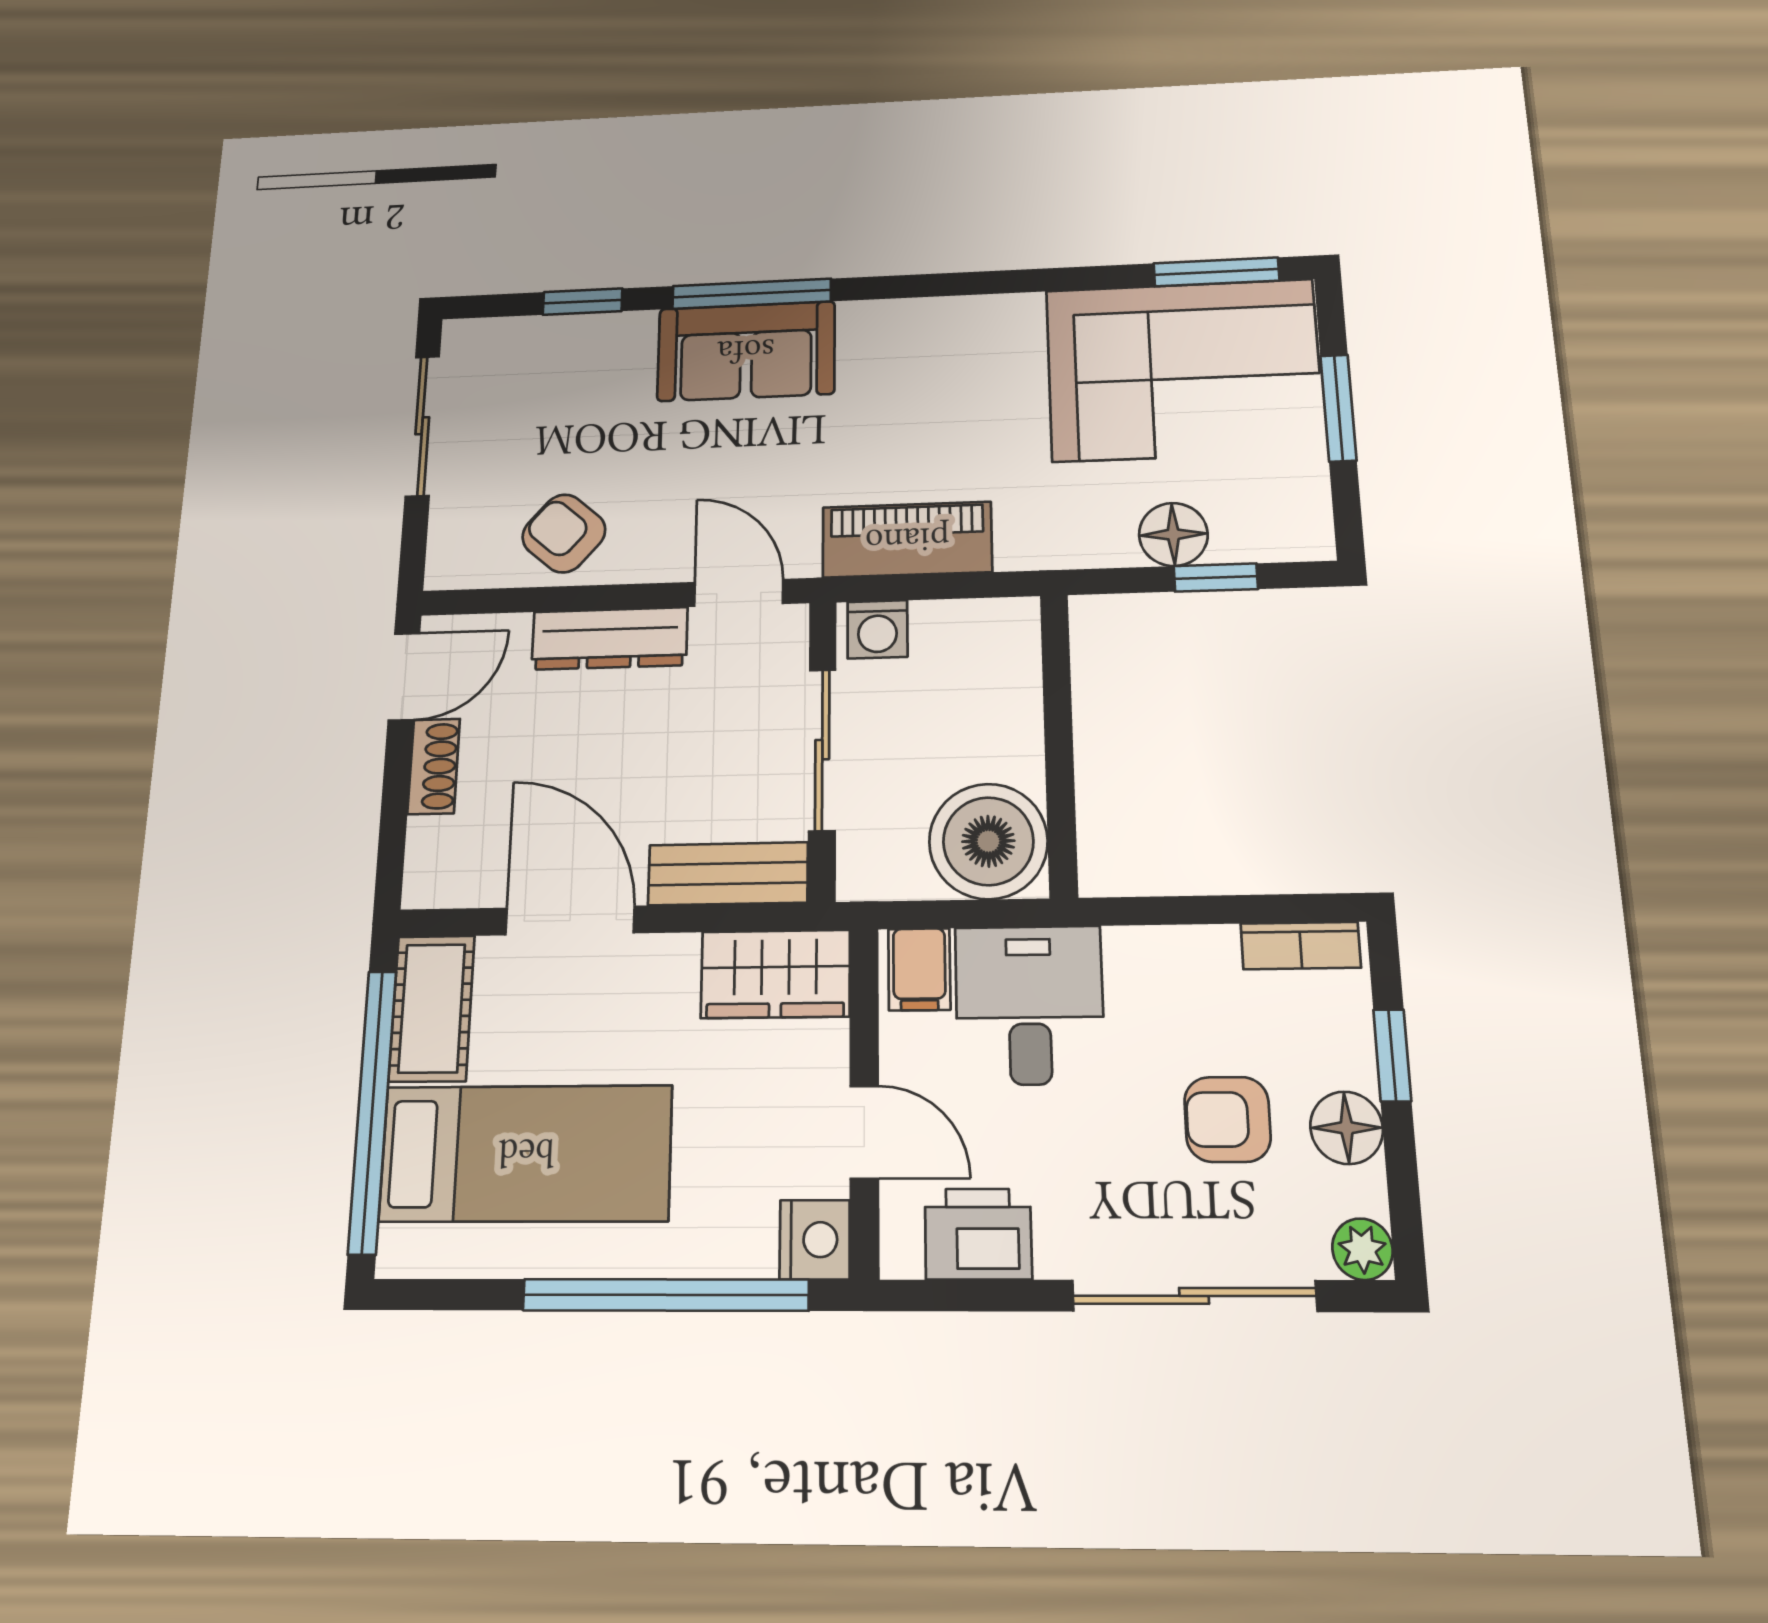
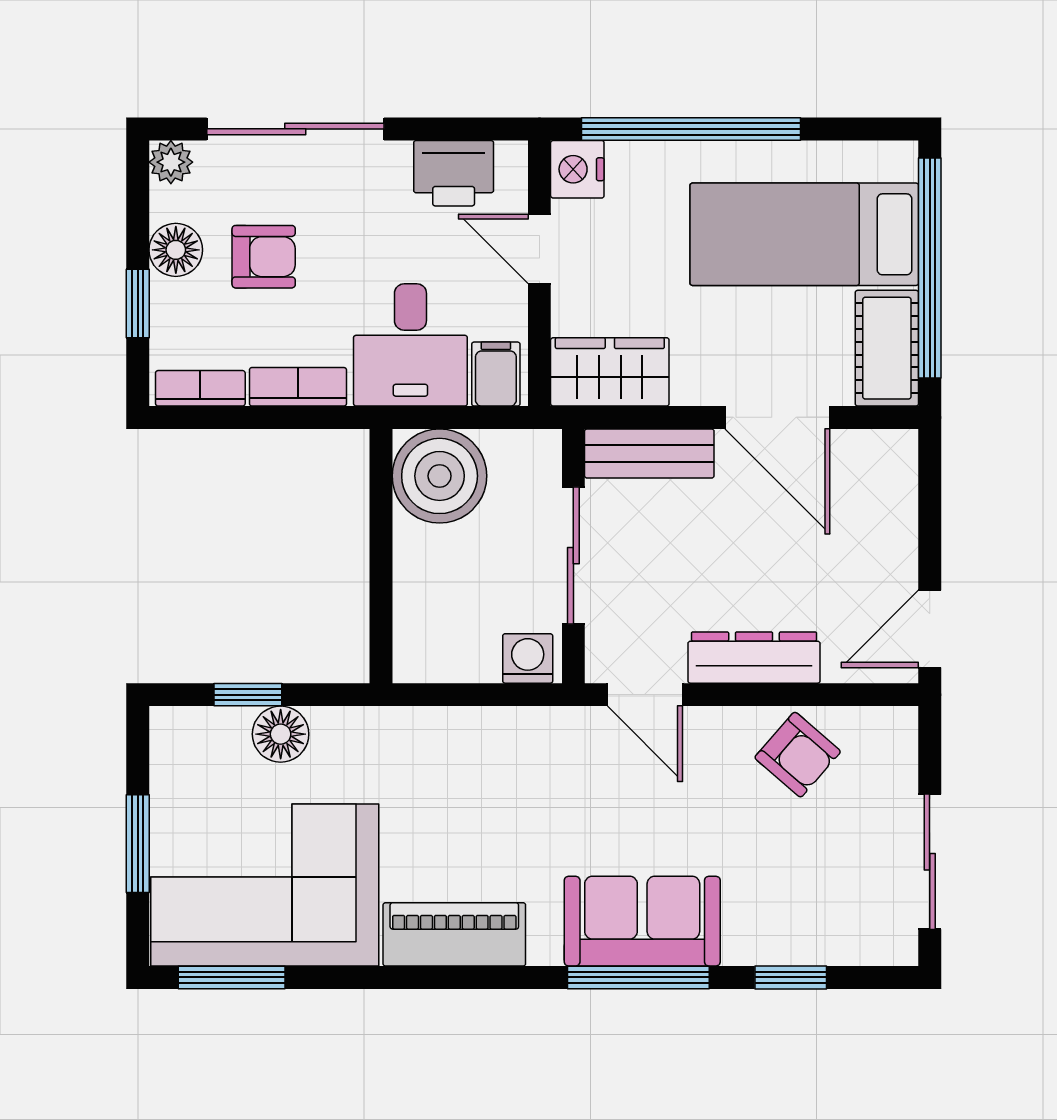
piano: (907, 540) -> (454, 934), moved, turned 180
shoe rack: (434, 766) -> (899, 549), removed
bookcase: (1173, 949) -> (298, 387), added

